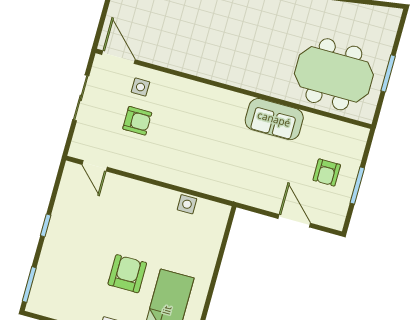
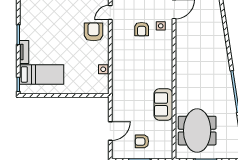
armchair: (127, 274) -> (94, 32), moved, turned -90

